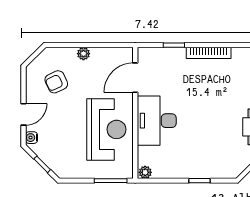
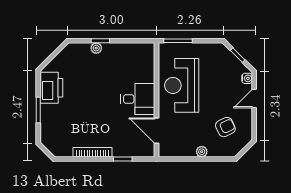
door: (135, 78) -> (157, 131), swing flipped
desk: (157, 121) -> (138, 99), width x0.73
plant: (145, 172) -> (96, 48), moved

